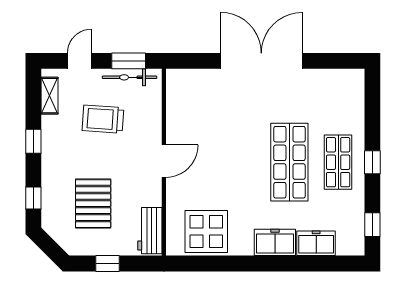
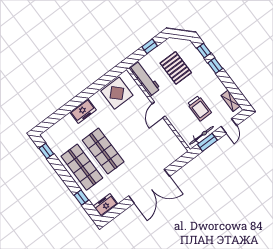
trolley: (103, 119) -> (199, 108), turned 86
window: (33, 141) -> (215, 66), moved
shop shelf: (338, 162) -> (82, 167), width x1.43, depth x1.36
window: (372, 162) -> (81, 198), moved
workbench: (150, 231) -> (145, 79), width x1.37
freezer: (316, 243) -> (106, 205), moved, turned 180

